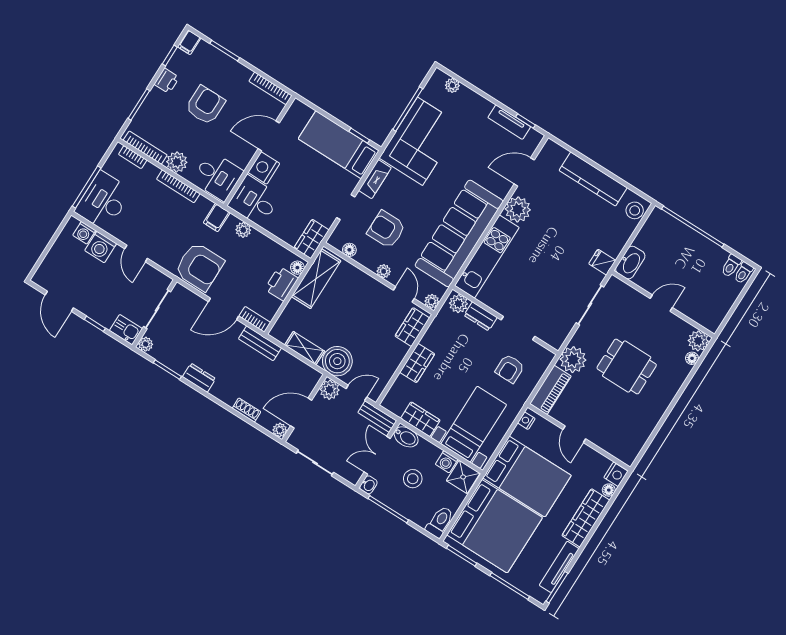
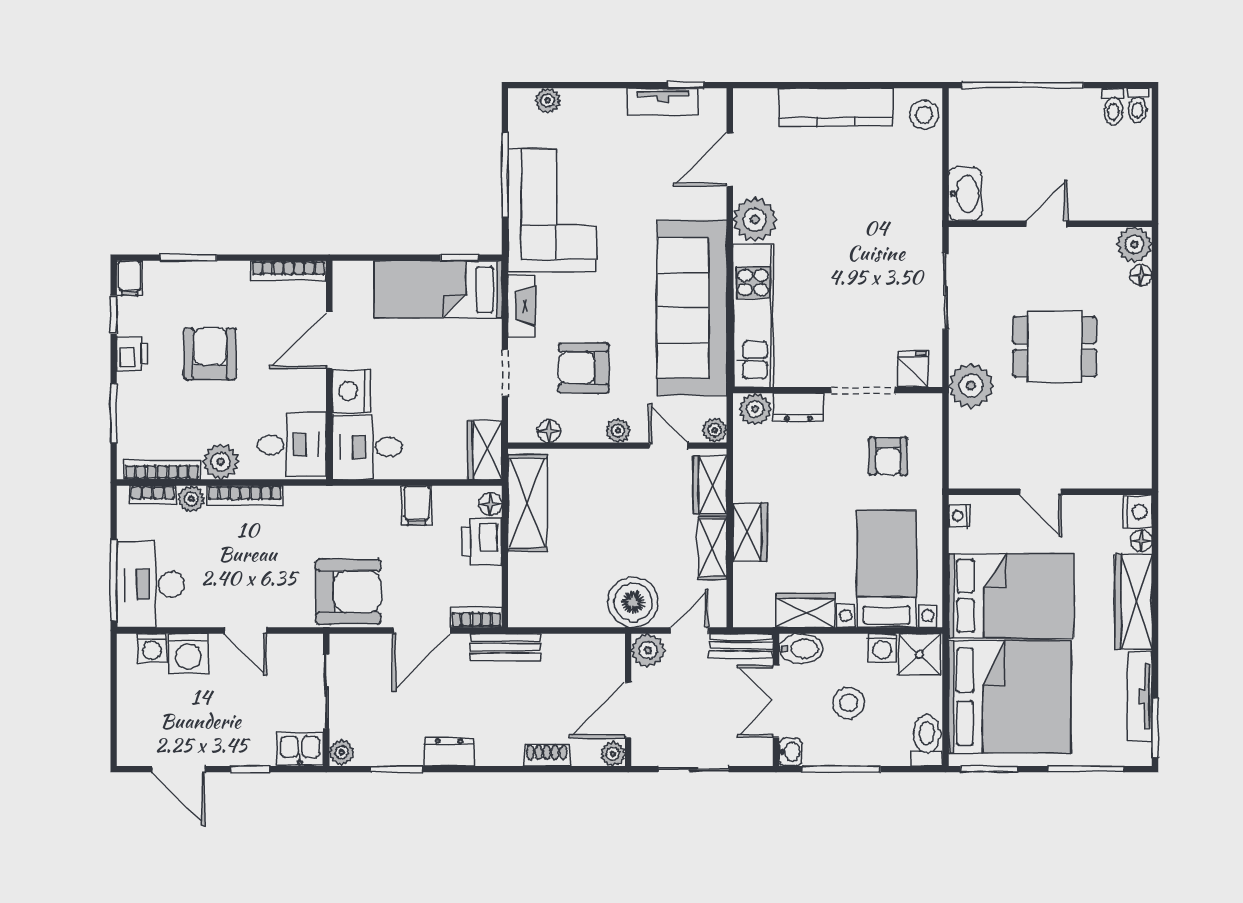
filing cabinet: (217, 218) -> (417, 505), moved
plant: (243, 230) -> (191, 499), moved
fridge: (602, 262) -> (913, 369), moved, turned 90
shelving: (305, 348) -> (713, 548), moved, turned 90
piano: (550, 390) -> (966, 450), removed

